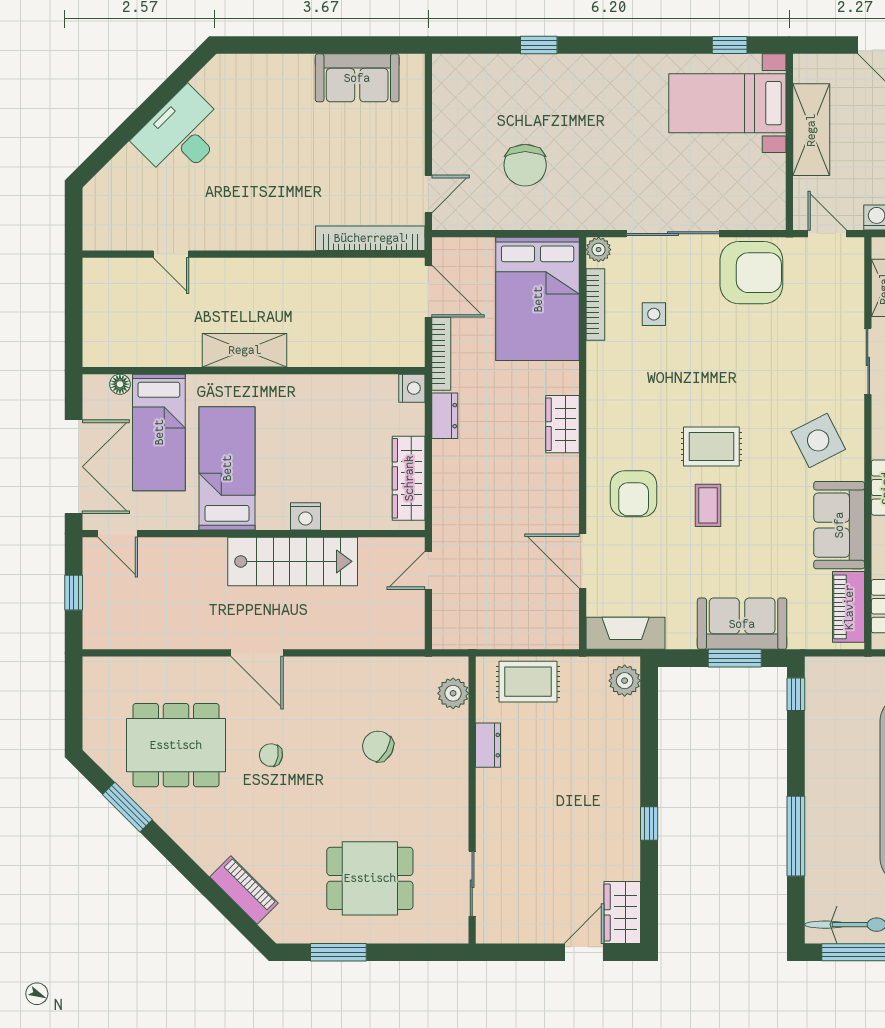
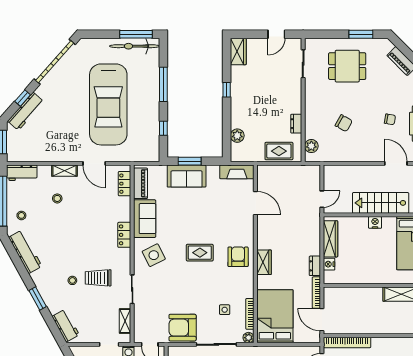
nightstand: (412, 388) -> (329, 264), moved
armchair: (634, 494) -> (238, 257), moved
coffee table: (708, 505) -> (201, 227), removed
plant: (625, 681) -> (237, 136), moved
window: (796, 694) -> (163, 128), moved
door: (584, 952) -> (276, 34), moved

